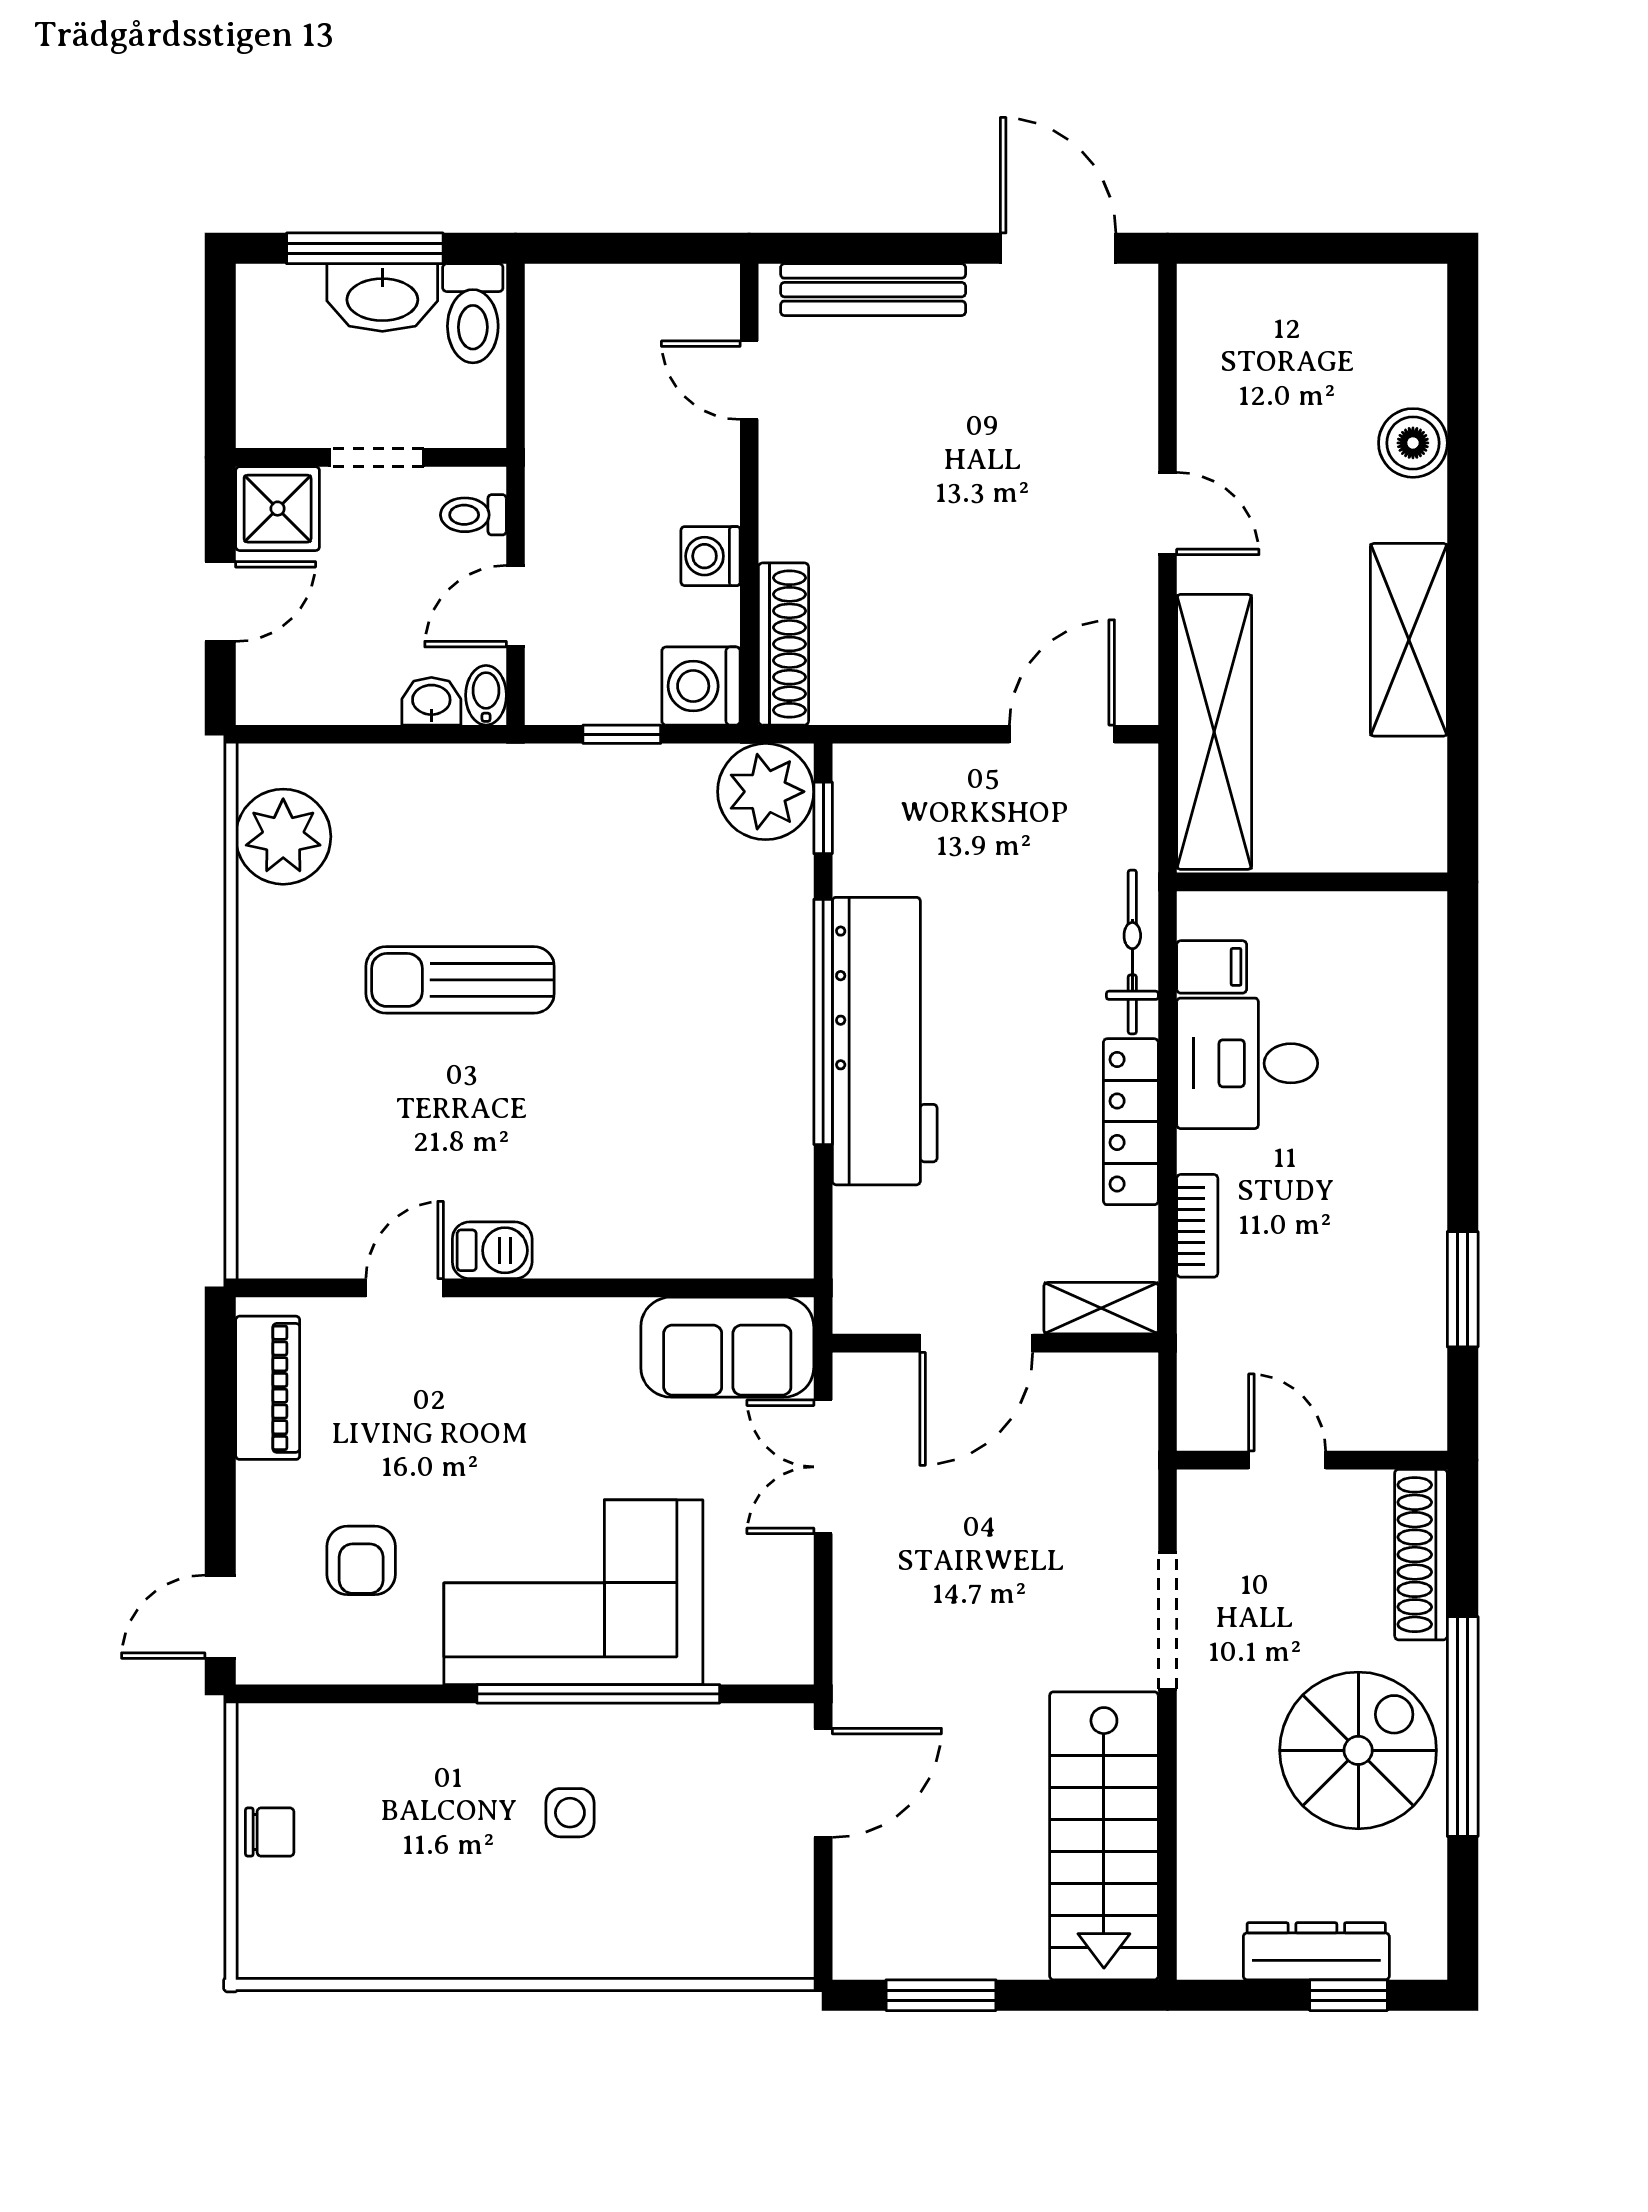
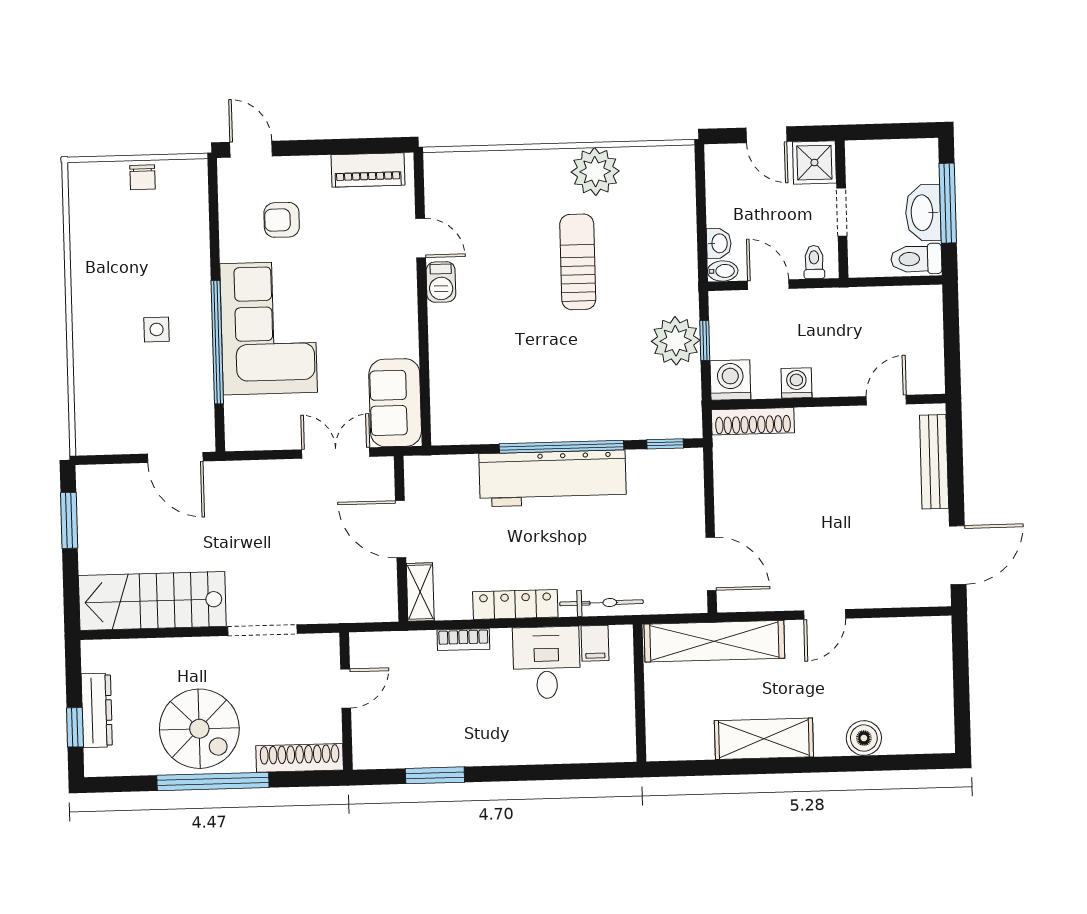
plant: (766, 792) -> (676, 341), moved
plant: (283, 837) -> (595, 172), moved

